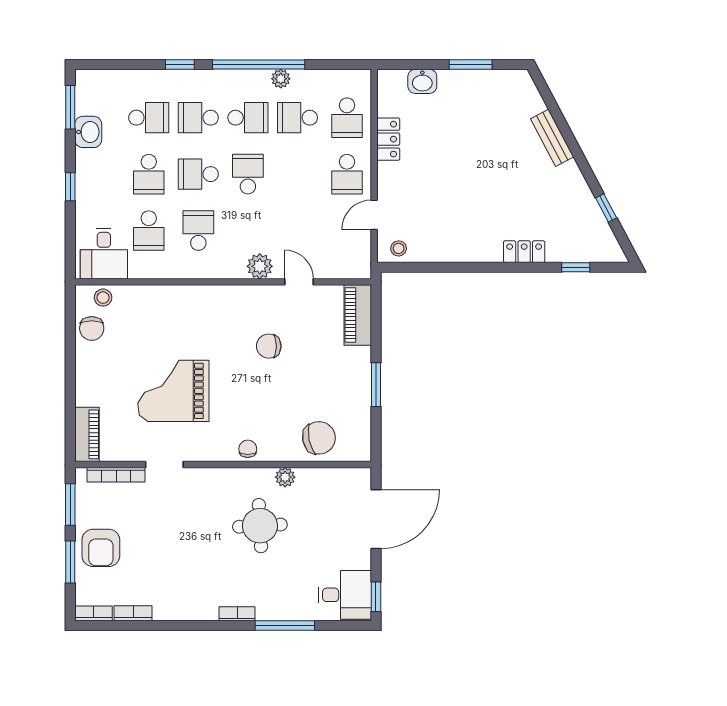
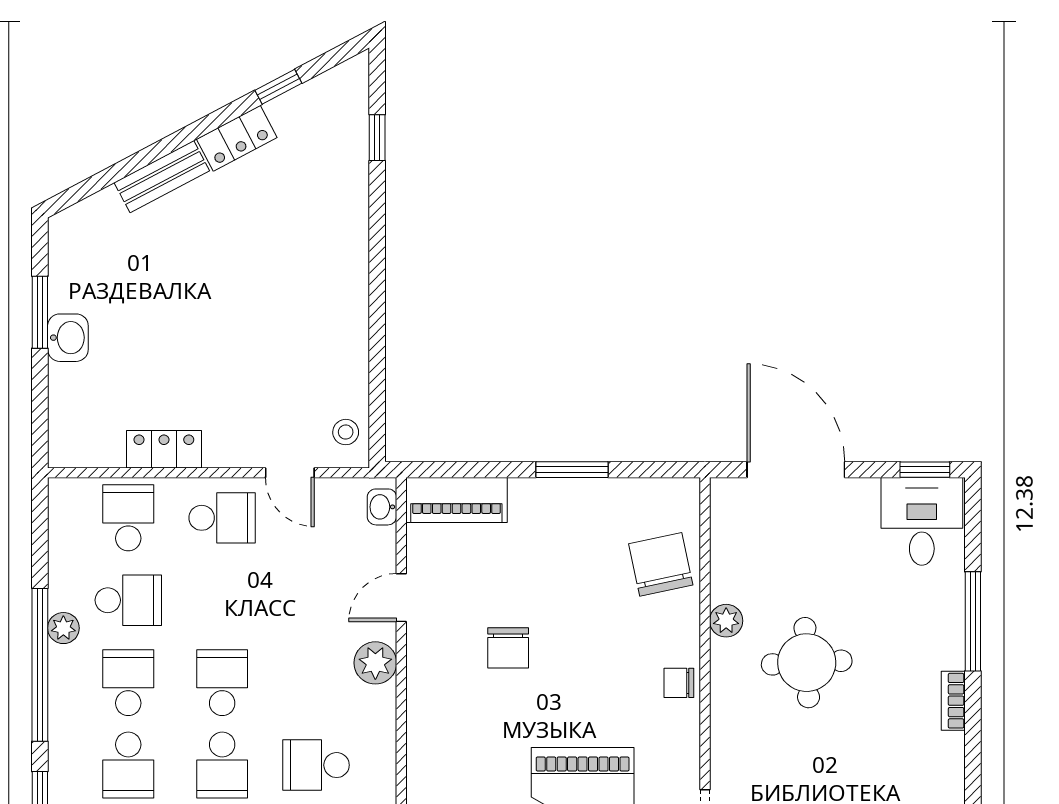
washbasin: (422, 81) -> (68, 338), moved
school desk: (297, 118) -> (128, 600), turned -90
school desk: (347, 118) -> (128, 518), turned -90
school desk: (248, 174) -> (222, 683), turned 90
locker: (524, 252) -> (237, 138), moved, turned -118
washbasin: (354, 270) -> (382, 507), added

